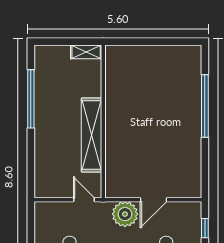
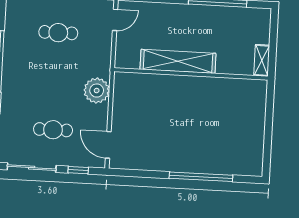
door: (84, 200) -> (115, 20), moved
door: (154, 200) -> (108, 145), moved

